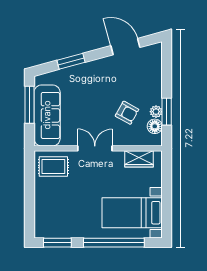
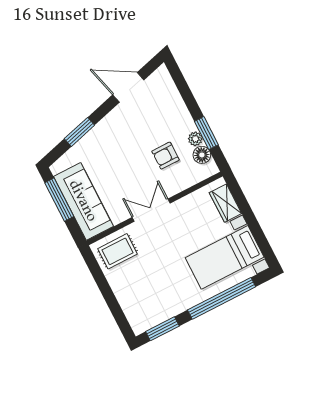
armchair: (127, 113) -> (166, 156), turned 151
wardrobe: (139, 159) -> (225, 203), moved, turned 90

